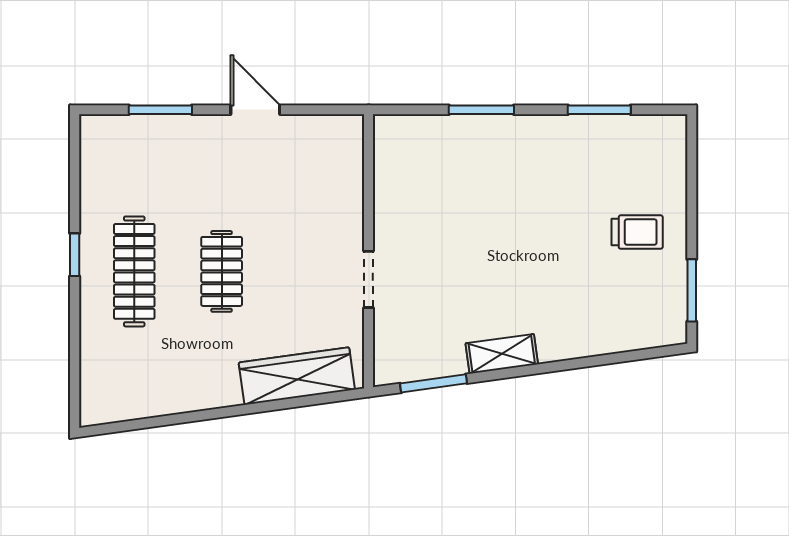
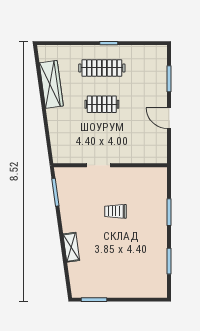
door: (255, 110) -> (169, 118), swing flipped
trolley: (637, 232) -> (116, 211), moved, turned 90
shelving: (502, 354) -> (71, 247), moved
wardrobe: (297, 376) -> (51, 84), moved

